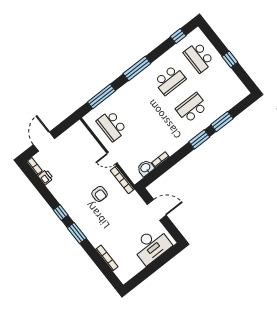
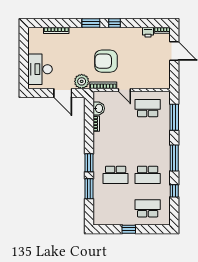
window: (178, 36) -> (174, 191), moved
school desk: (170, 80) -> (148, 175), turned -90
school desk: (192, 108) -> (116, 175), turned 90
door: (112, 158) -> (124, 90), swing flipped
armchair: (100, 194) -> (106, 61), width x1.88, depth x1.88
plant: (134, 201) -> (82, 81), added
door: (157, 210) -> (63, 93), hinge flipped

